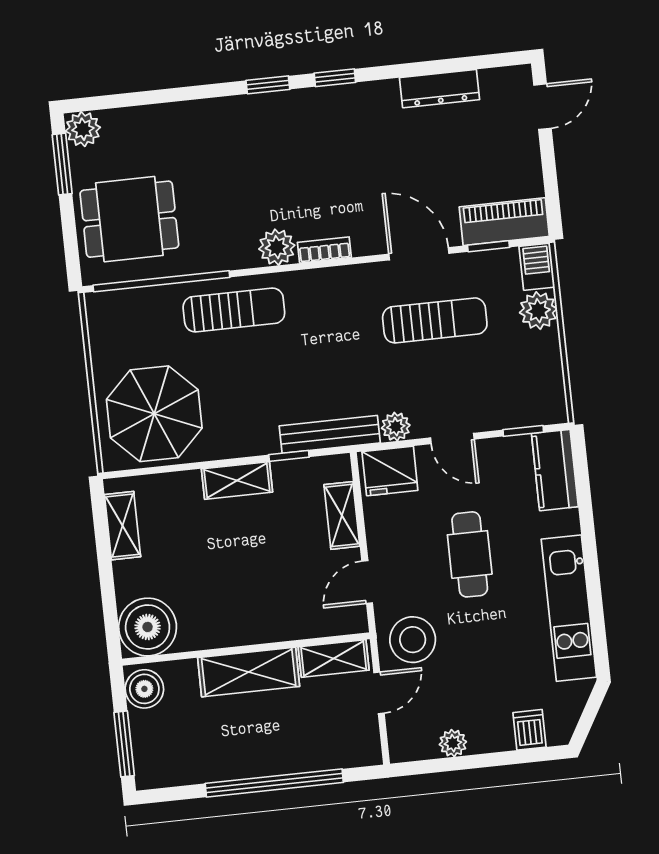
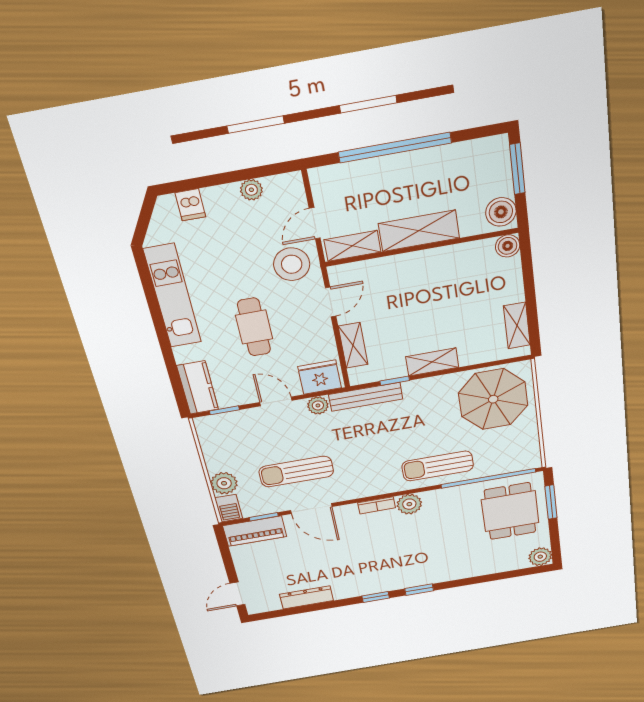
window: (62, 164) -> (551, 502), moved
dining table: (129, 219) -> (510, 511), turned 90
boiler: (148, 627) -> (508, 246), width x0.54, depth x0.54

